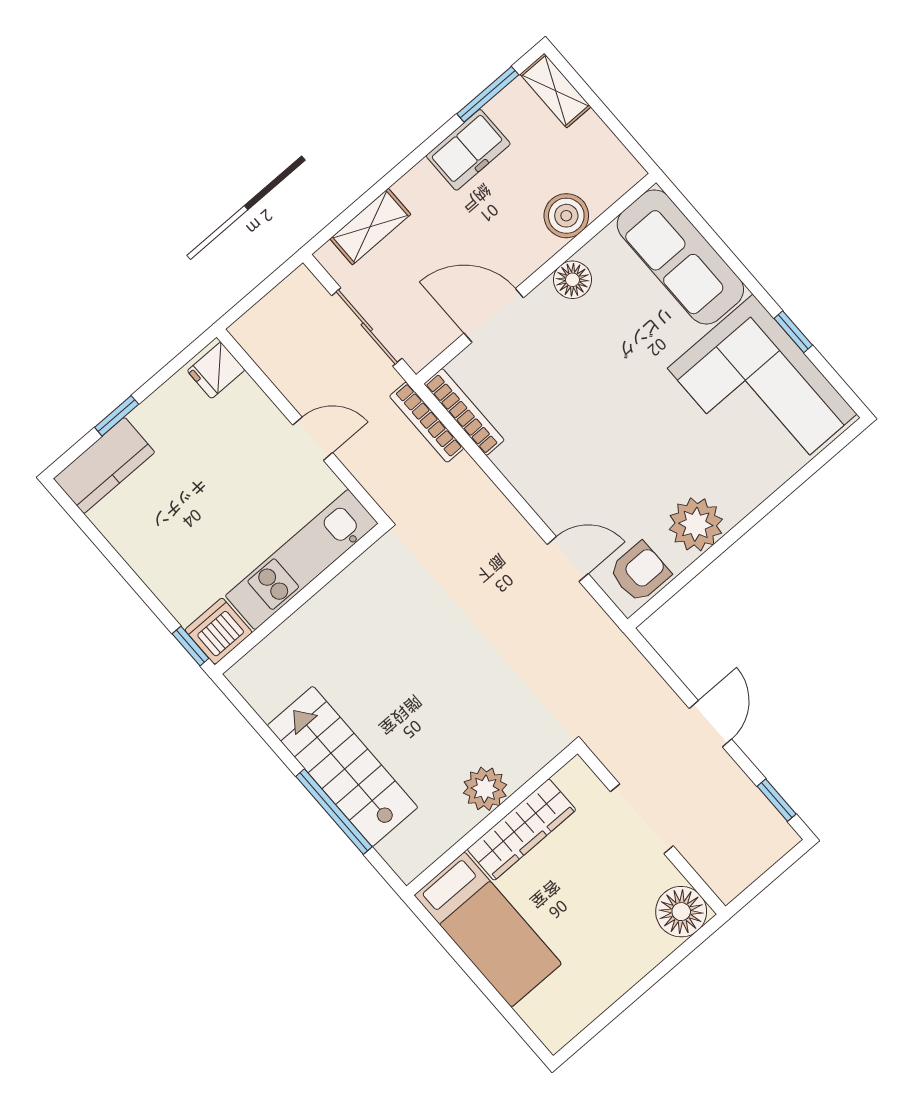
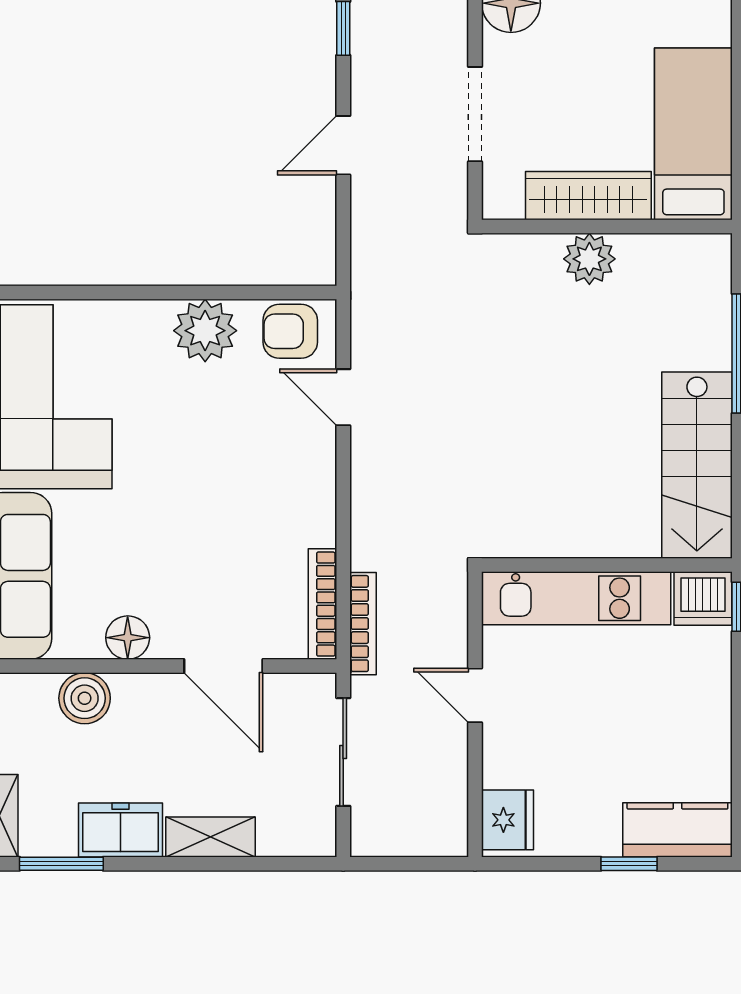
shelving: (370, 227) -> (211, 837), moved
fridge: (216, 370) -> (508, 820), width x1.38
stairs: (343, 766) -> (697, 465), moved

